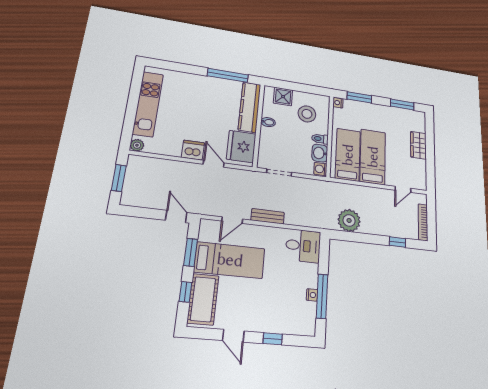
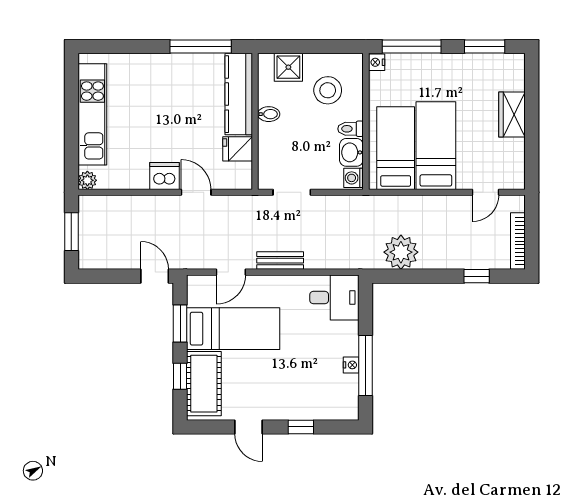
window: (359, 97) -> (412, 46), width x1.44
fridge: (241, 146) -> (238, 149), width x0.53, depth x0.75

